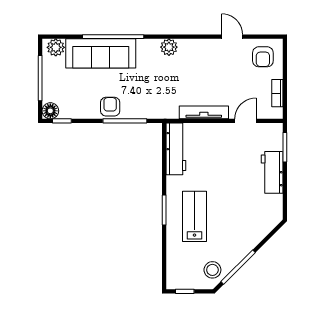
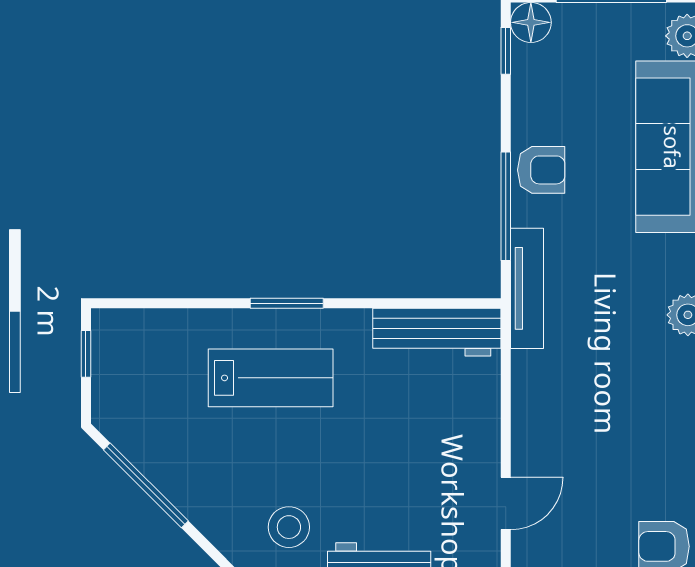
tv unit: (204, 112) -> (527, 288), moved
door: (245, 121) -> (506, 503), hinge flipped
stool: (212, 270) -> (289, 527), moved

